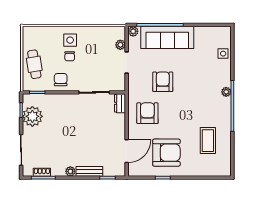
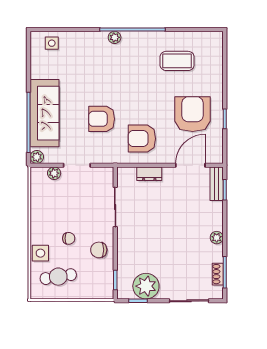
side table: (70, 40) -> (40, 253), moved
side table: (223, 54) -> (52, 43), moved
cafe table: (34, 64) -> (58, 277), moved
dresser: (120, 103) -> (149, 174), moved
door: (127, 151) -> (190, 165), hinge flipped
bench: (89, 171) -> (217, 184), moved

